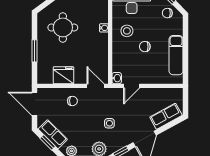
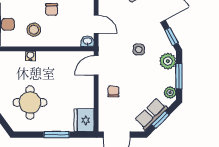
fridge: (64, 75) -> (84, 120), moved

